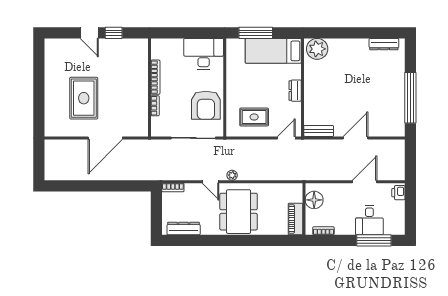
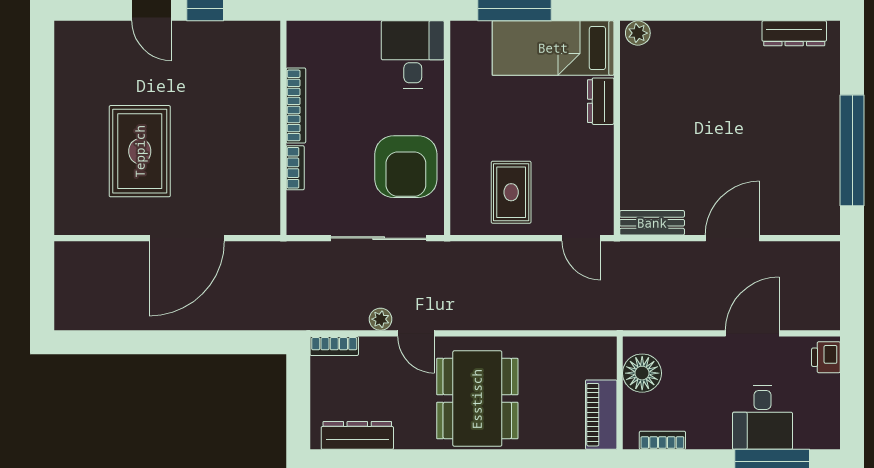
plant: (317, 49) -> (638, 33), width x0.53, depth x0.53
desk: (204, 54) -> (413, 54), width x0.73
dresser: (295, 91) -> (601, 101), moved
rug: (254, 117) -> (511, 192), turned 90
door: (286, 138) -> (581, 238), swing flipped
plant: (232, 175) -> (381, 319), moved

